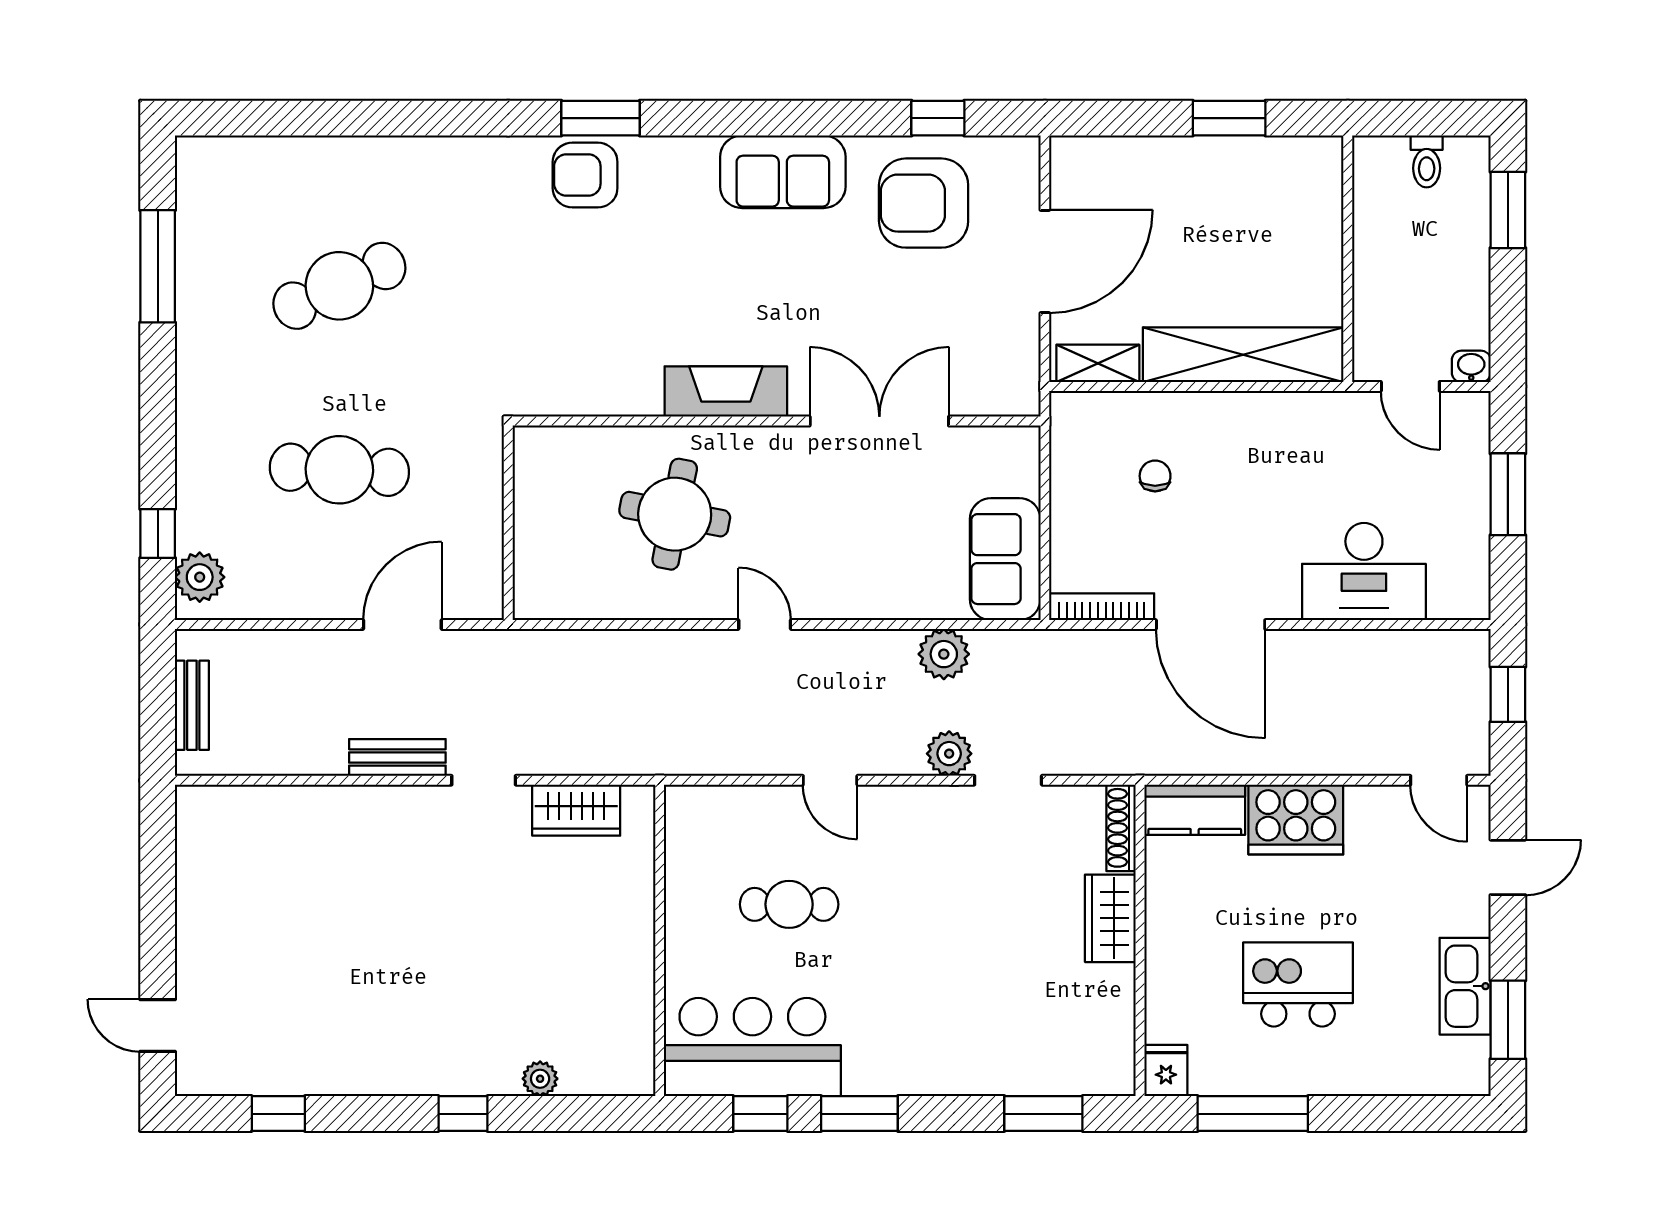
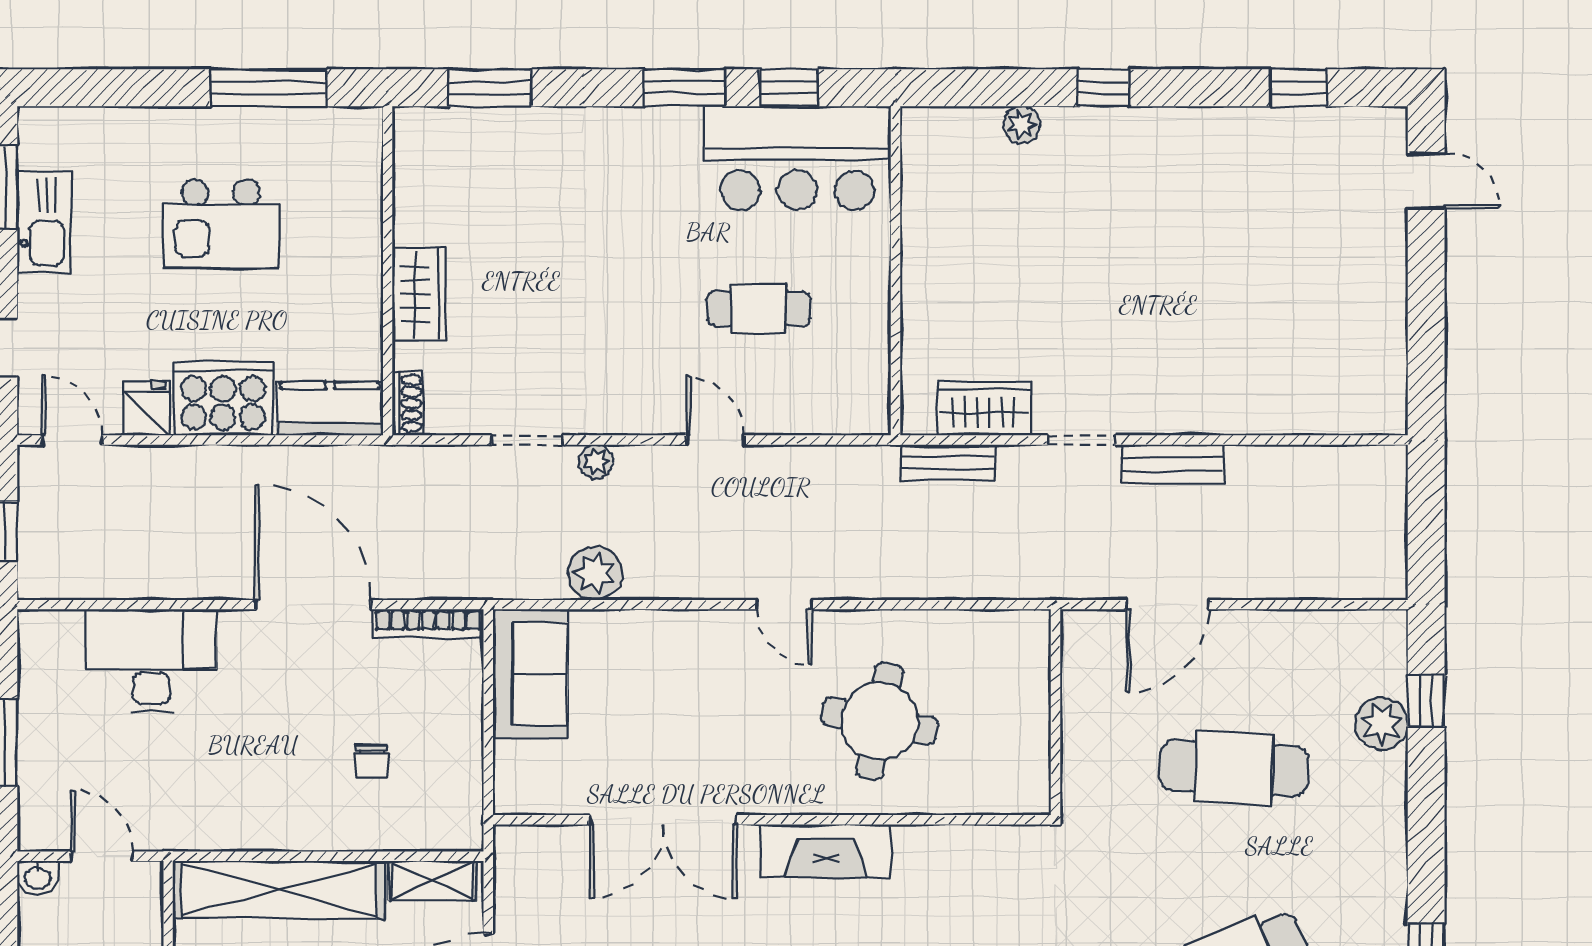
plant: (200, 577) -> (1382, 724), moved
bench: (192, 705) -> (948, 463), moved, turned 90
plant: (949, 754) -> (596, 462), width x0.73, depth x0.73
shoe rack: (1121, 828) -> (408, 403), width x0.70
fridge: (1166, 1071) -> (147, 408), moved, turned 180

